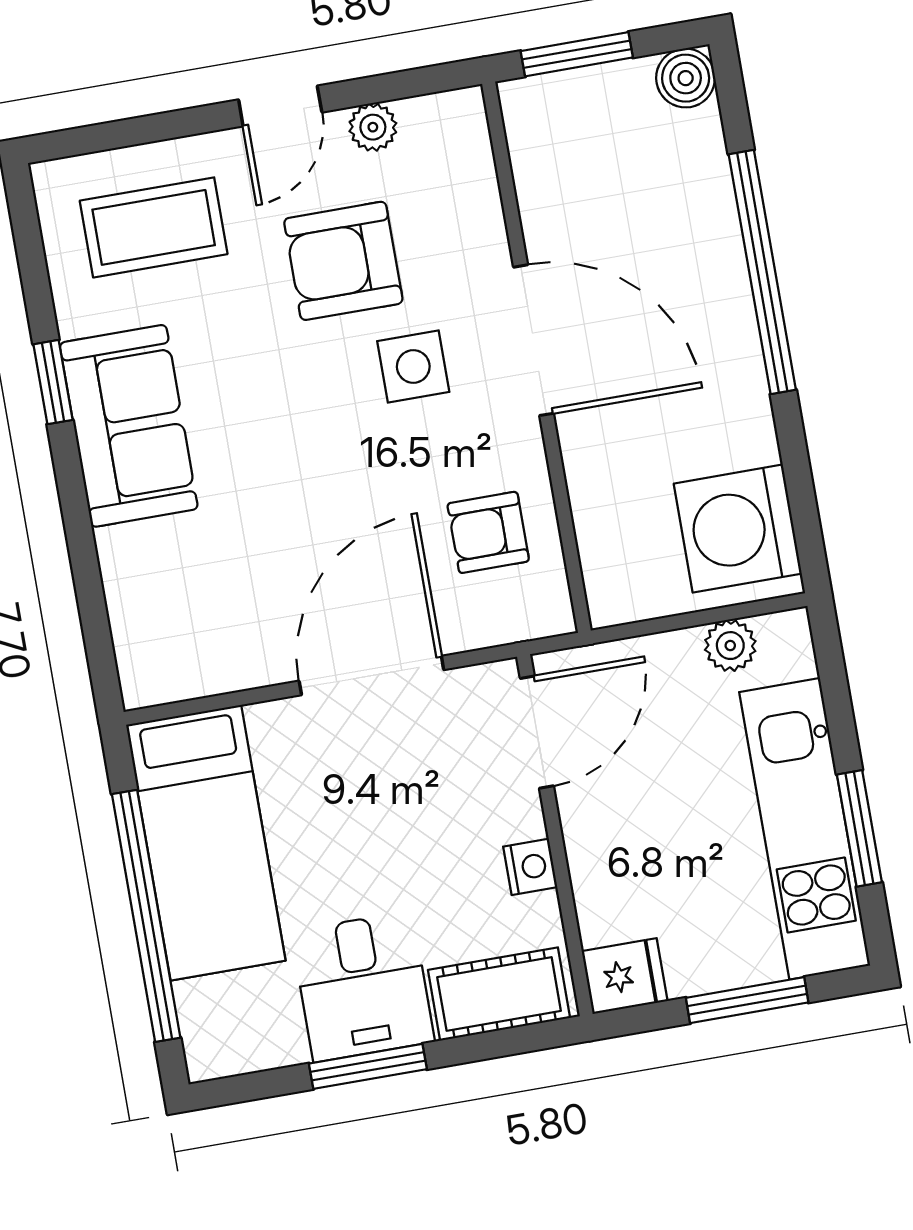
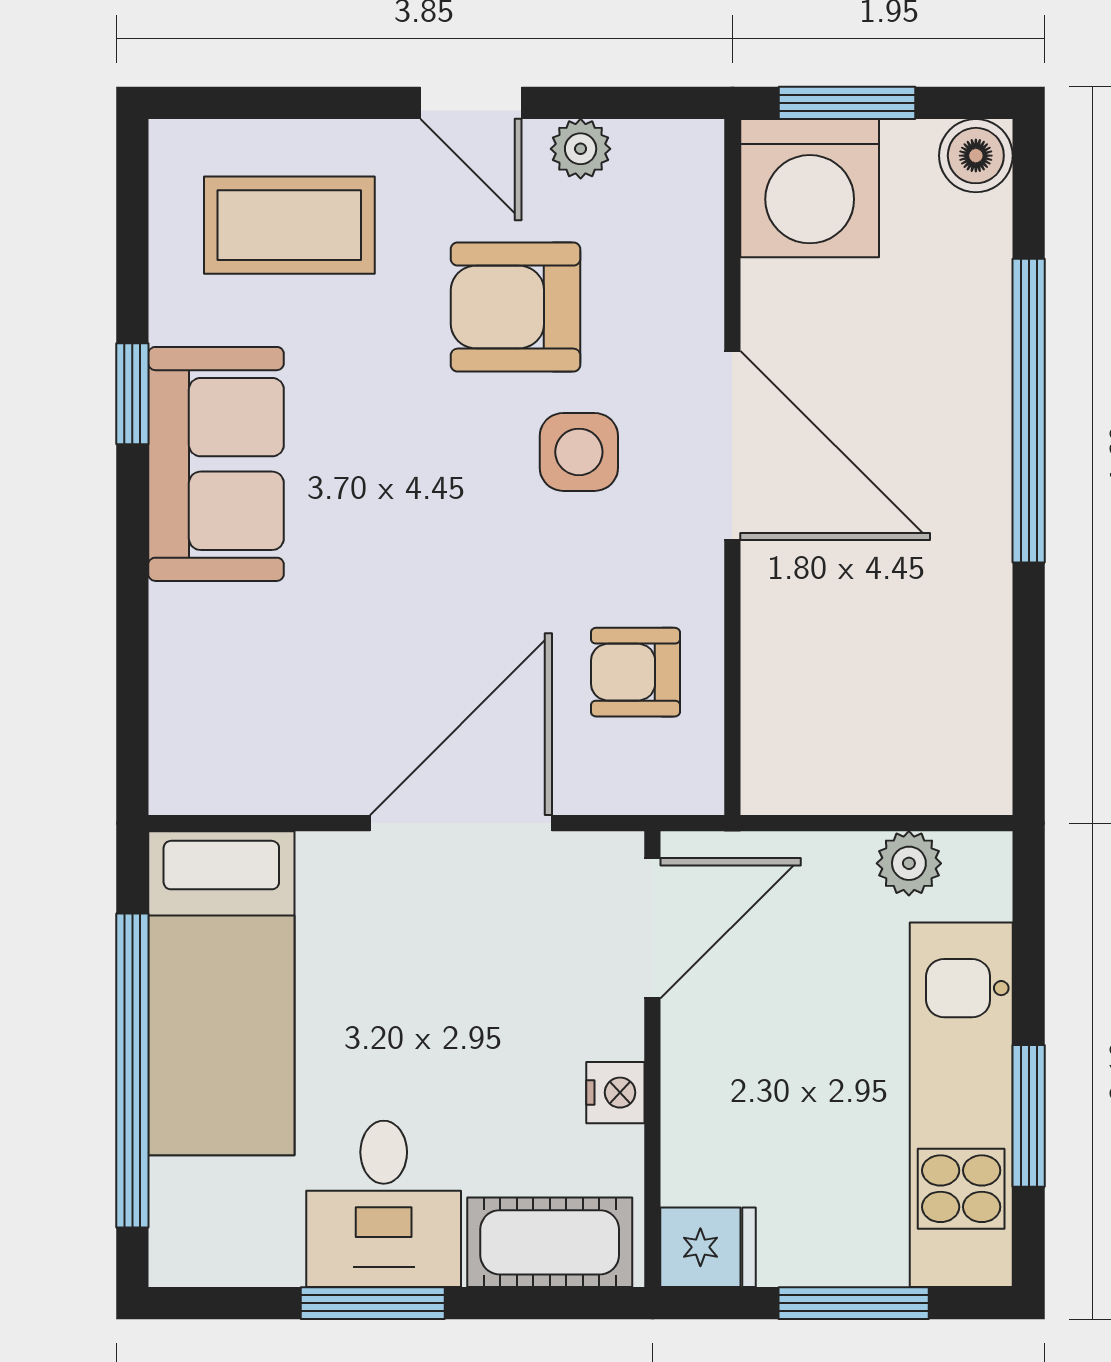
door: (280, 106) -> (471, 103), hinge flipped
washing machine: (738, 529) -> (810, 188), moved, turned -90

